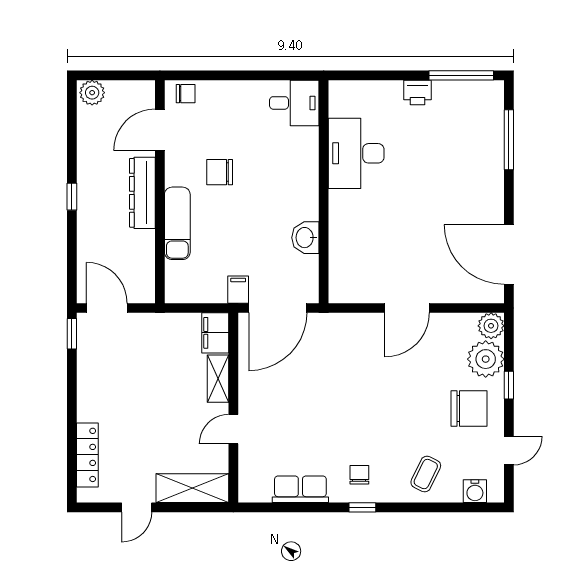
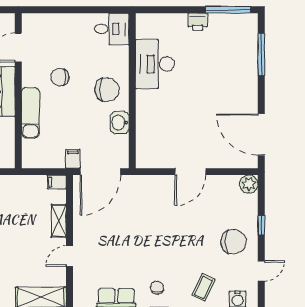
chair: (186, 94) -> (107, 90), moved, width x1.87, depth x1.87
filing cabinet: (215, 333) -> (57, 182), width x0.50
plant: (486, 359) -> (245, 207), removed

